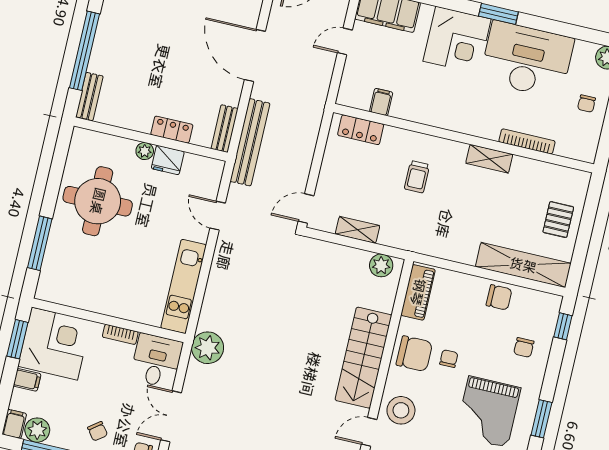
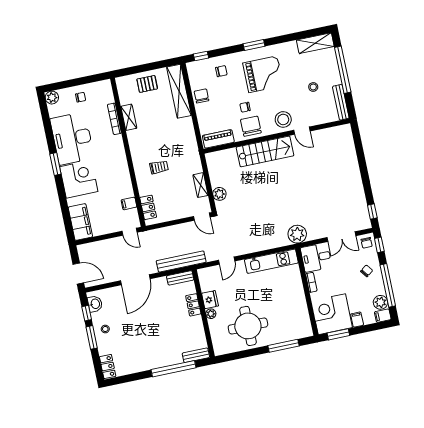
door: (345, 41) -> (130, 232), moved
shelving: (489, 159) -> (129, 117), moved
plant: (381, 265) -> (219, 194), moved

